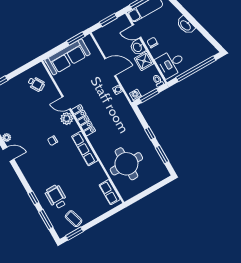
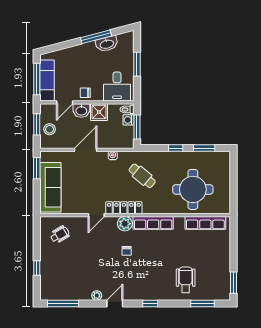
washbasin: (186, 25) -> (107, 44), moved
window: (199, 27) -> (96, 37), added
stool: (110, 32) -> (50, 129), added
window: (196, 69) -> (137, 64), width x0.47
washing machine: (136, 95) -> (129, 120), moved
plant: (67, 119) -> (125, 224), moved
cafe table: (115, 120) -> (142, 176), added
row of seats: (110, 192) -> (205, 223), width x1.48
wheelchair: (56, 197) -> (186, 280), turned 90
window: (33, 198) -> (150, 303), moved
coffee table: (74, 219) -> (218, 275), removed

